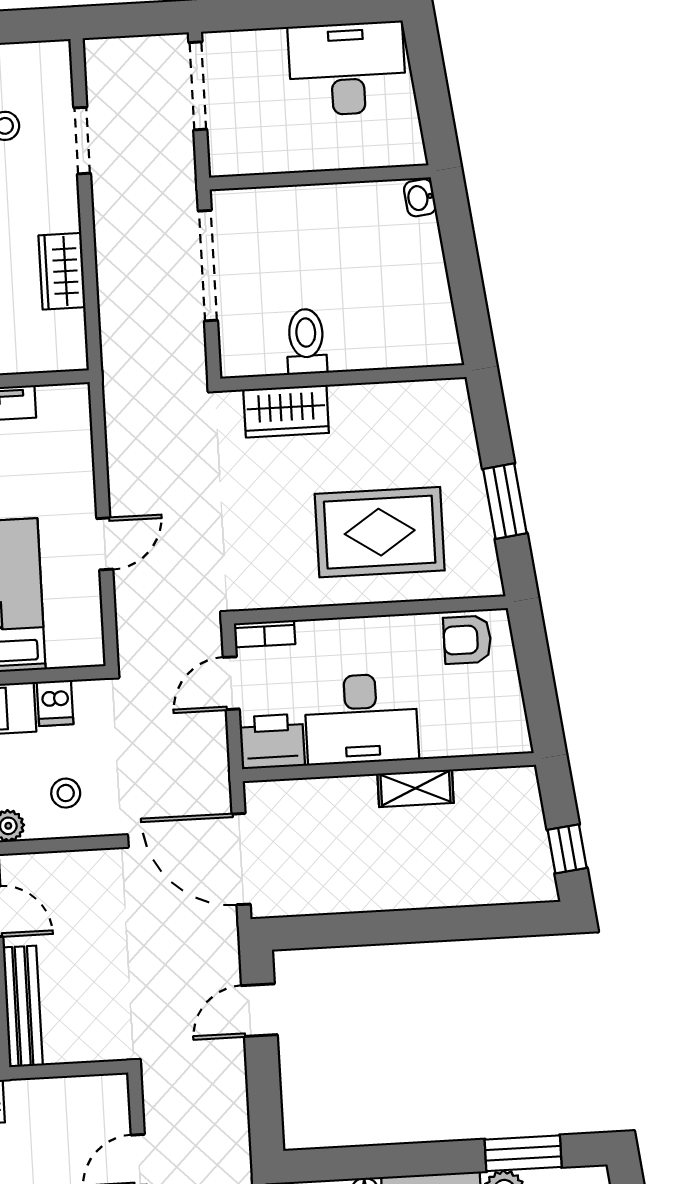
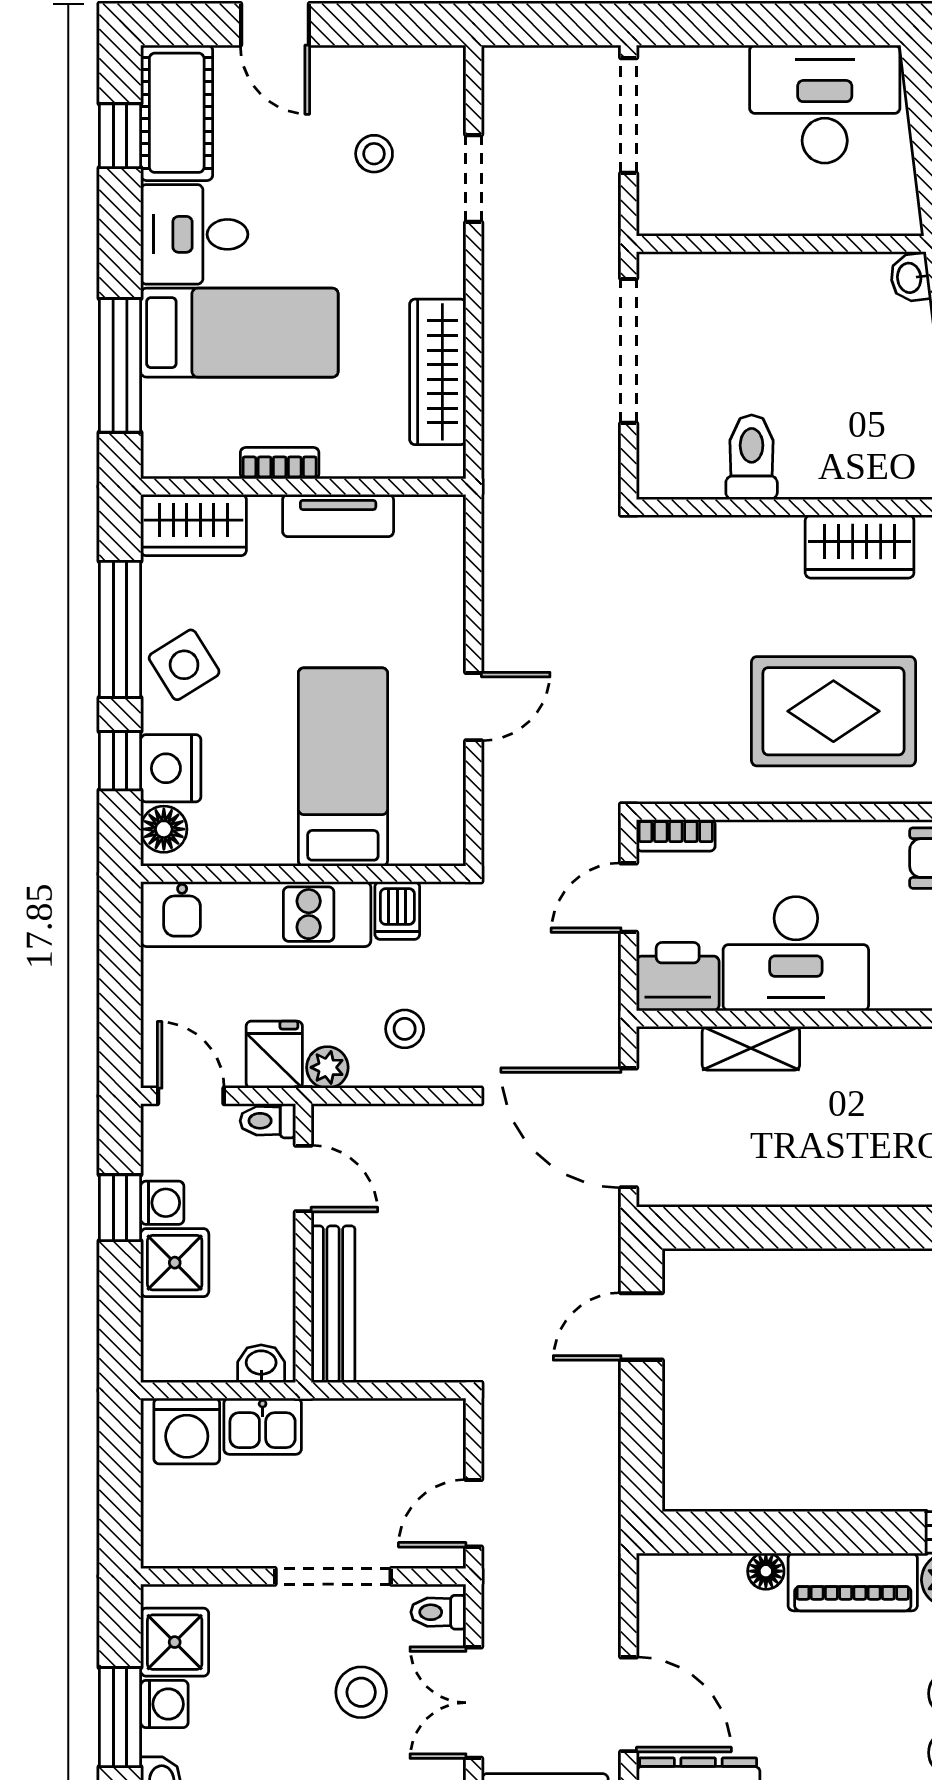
wardrobe: (62, 271) -> (438, 372), width x1.50
wardrobe: (286, 411) -> (860, 547), moved
shelving: (416, 788) -> (751, 1048), moved

